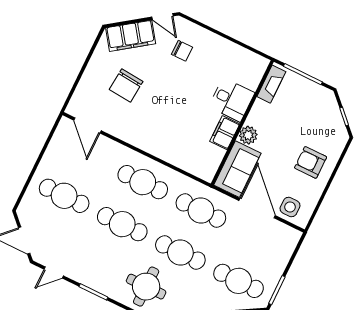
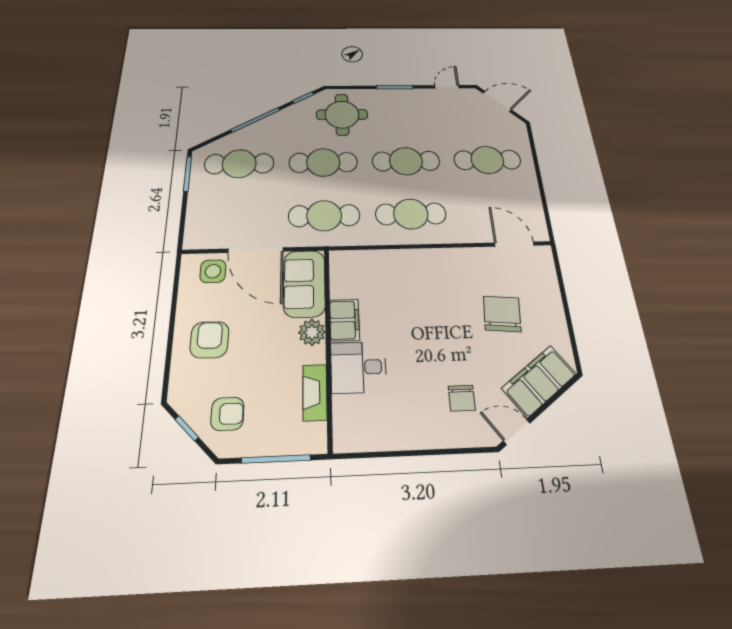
chair: (182, 51) -> (462, 398), turned -90
fireplace: (271, 84) -> (315, 392), moved
armchair: (319, 113) -> (227, 414), added
armchair: (311, 162) -> (210, 340), turned -89

